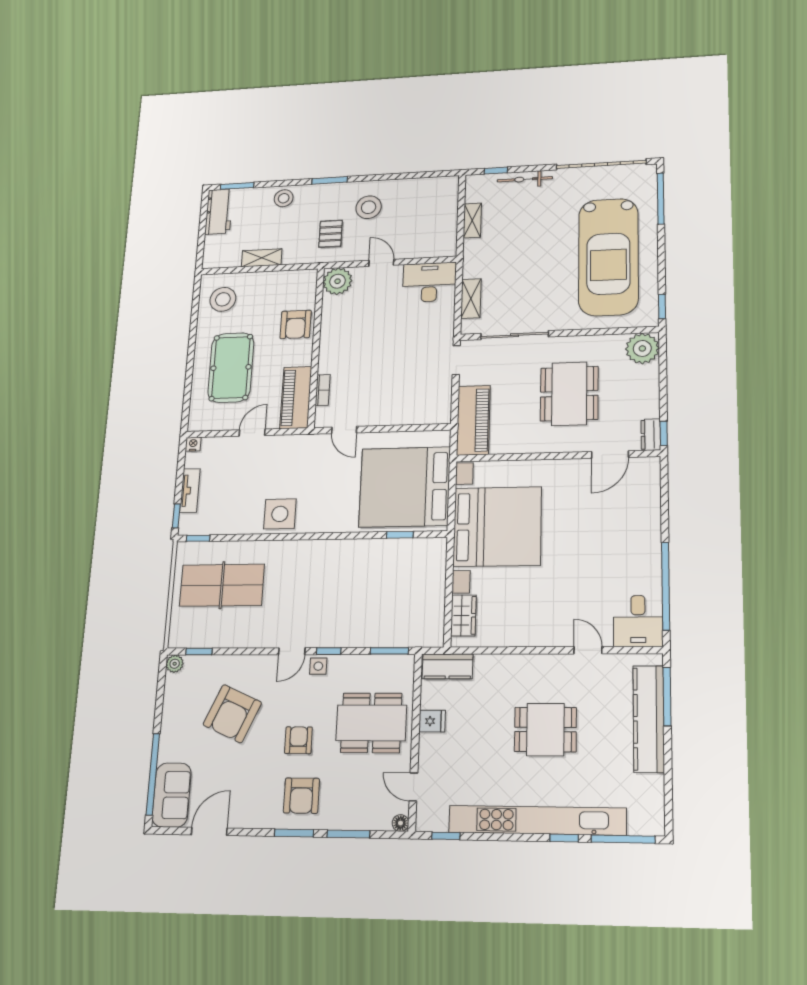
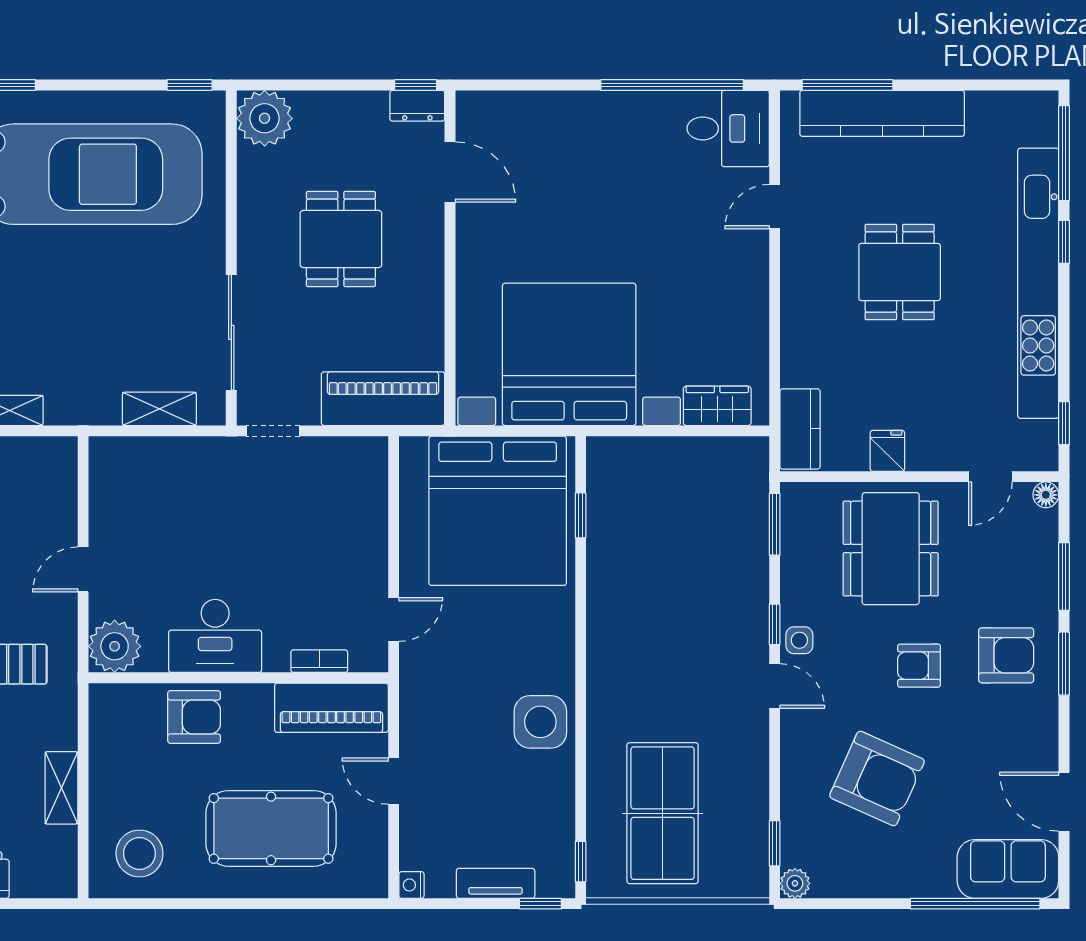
desk: (429, 282) -> (215, 636), moved, turned -90
dining table: (569, 394) -> (341, 239), width x0.73

